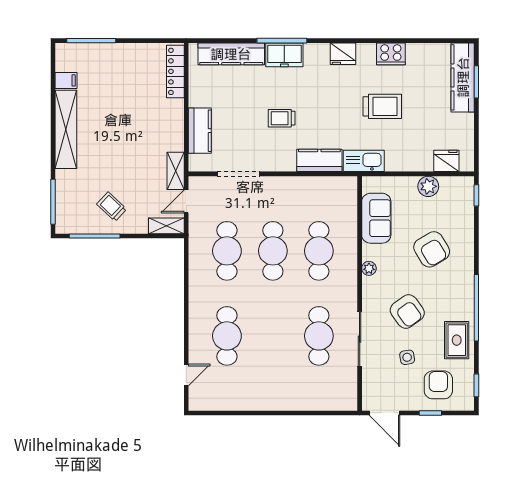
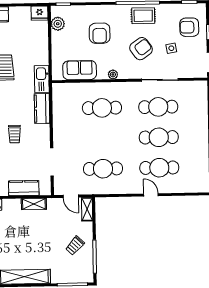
fridge: (446, 161) -> (40, 13), moved, turned -90
shelving: (176, 171) -> (34, 204), moved
plant: (428, 186) -> (58, 24), moved
armchair: (432, 249) -> (100, 33), turned 121
cafe table: (273, 251) -> (159, 137), moved
rug: (457, 340) -> (143, 16), moved
door: (186, 375) -> (151, 195), moved

